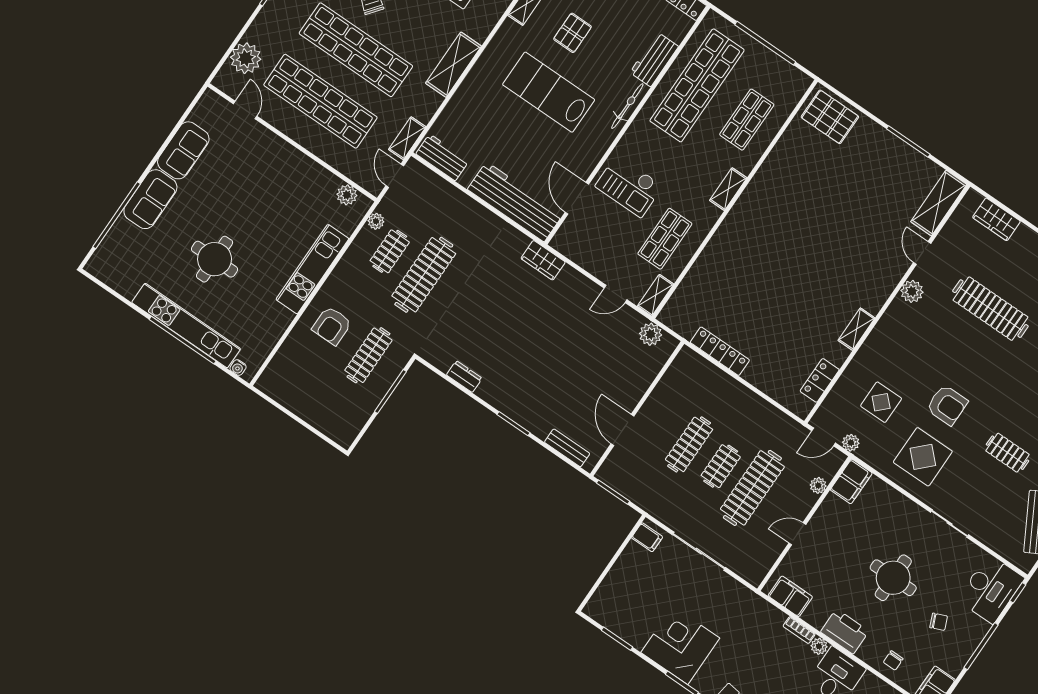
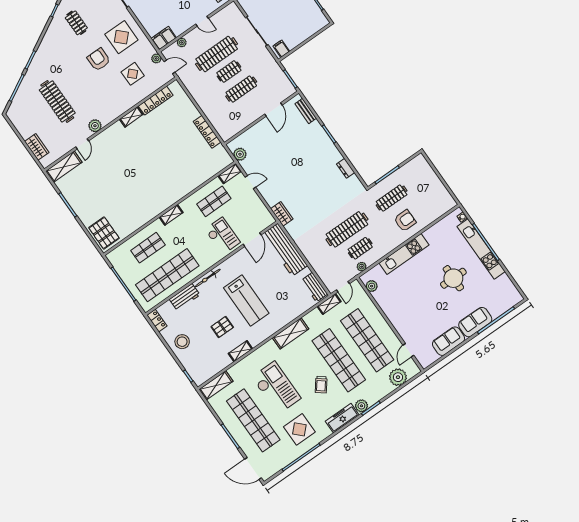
locker: (820, 380) -> (156, 101), width x1.53

